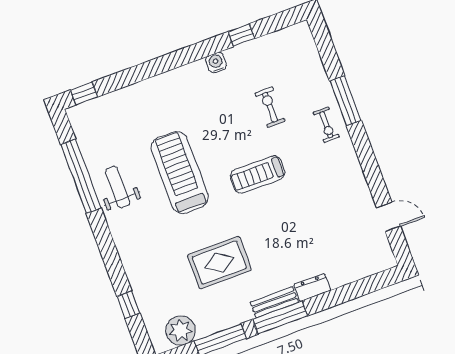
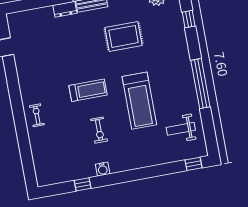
window: (346, 101) -> (21, 129), removed
exercise bike: (270, 107) -> (99, 130), moved
window: (81, 176) -> (200, 84), moved
weight bench: (118, 187) -> (181, 129), moved, turned 90

